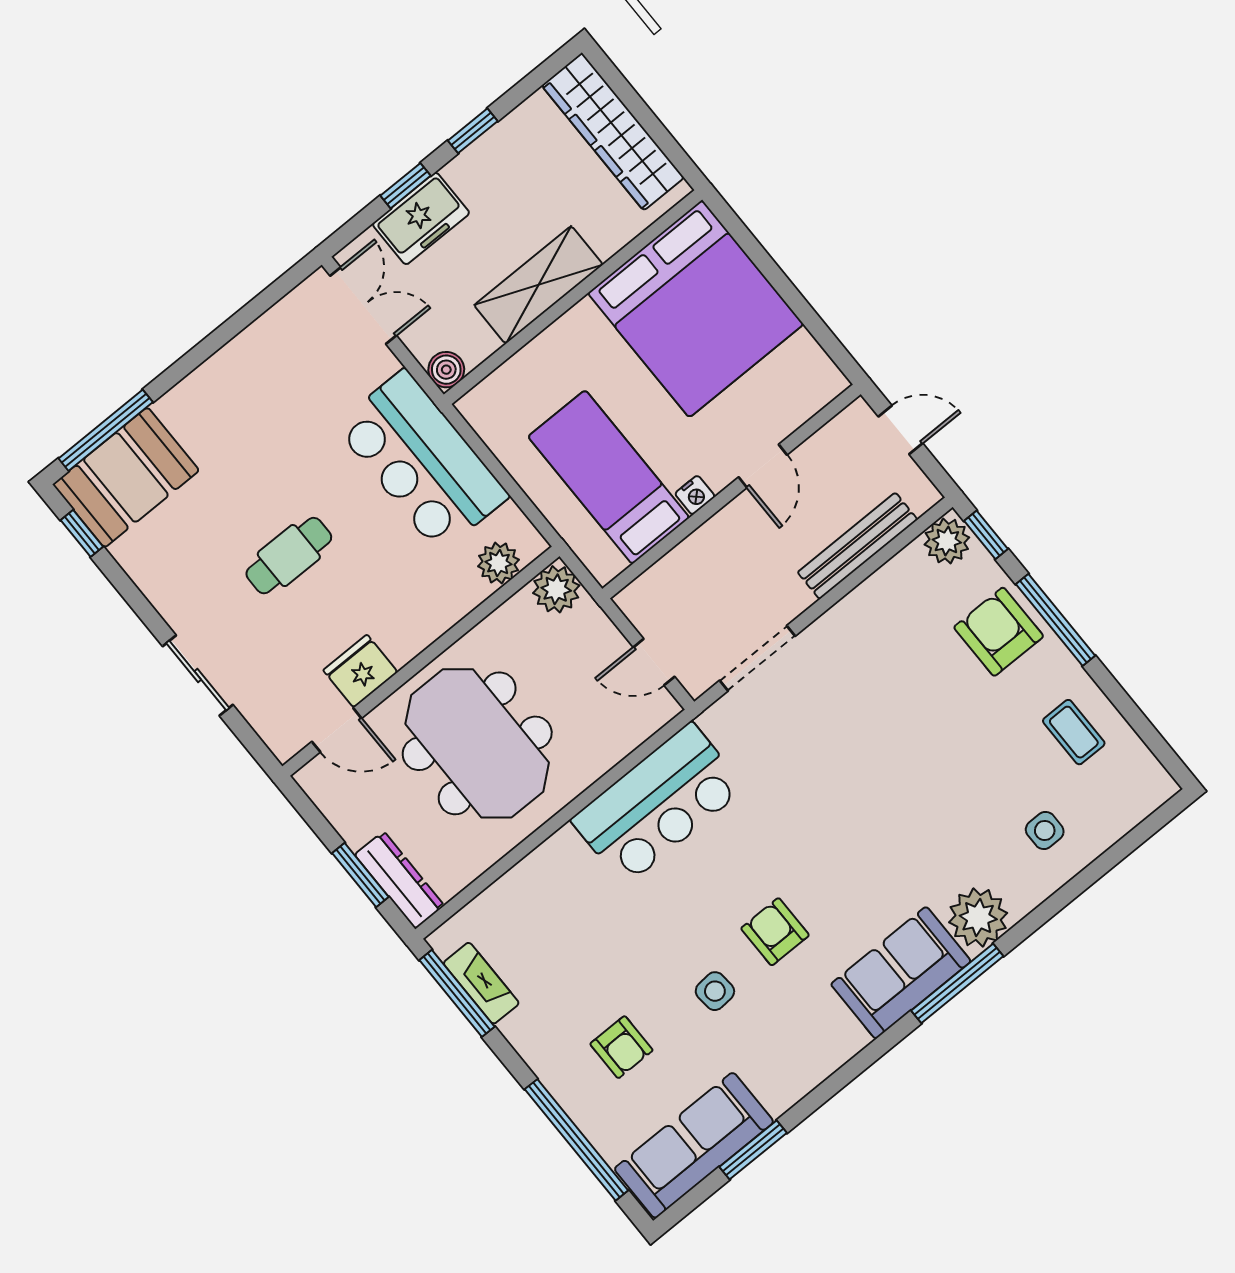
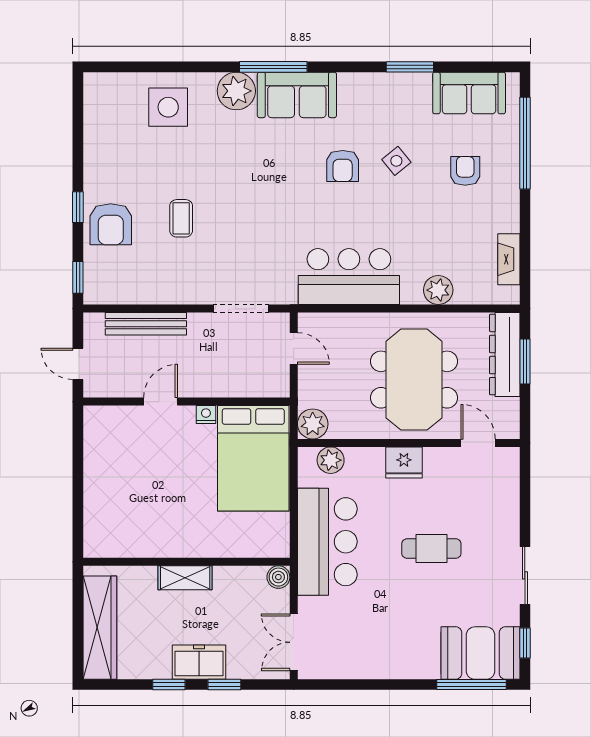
freezer: (421, 218) -> (199, 662), moved
shelving: (538, 285) -> (185, 578), width x0.67, depth x0.75
bed: (696, 309) -> (130, 506), removed
bed: (609, 477) -> (253, 458), width x1.50
plant: (947, 541) -> (438, 290), moved
window: (1055, 620) -> (78, 207), width x0.46
fridge: (360, 671) -> (404, 462), moved
sliding door: (198, 676) -> (525, 575), moved
coffee table: (1074, 732) -> (181, 218), moved
side table: (1045, 830) -> (168, 107), width x1.87, depth x1.87
dresser: (399, 880) -> (505, 355), width x1.37, depth x1.24
side table: (715, 991) -> (396, 161), turned -34
window: (457, 993) -> (525, 264), removed
sofa: (694, 1145) -> (469, 93), width x0.73
window: (753, 1150) -> (410, 67), moved

